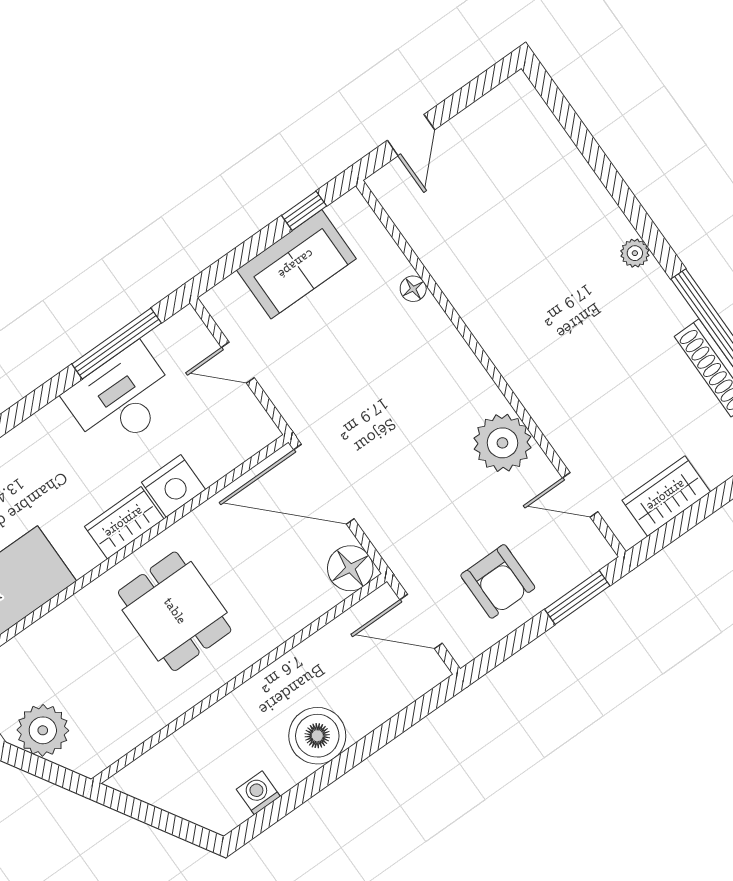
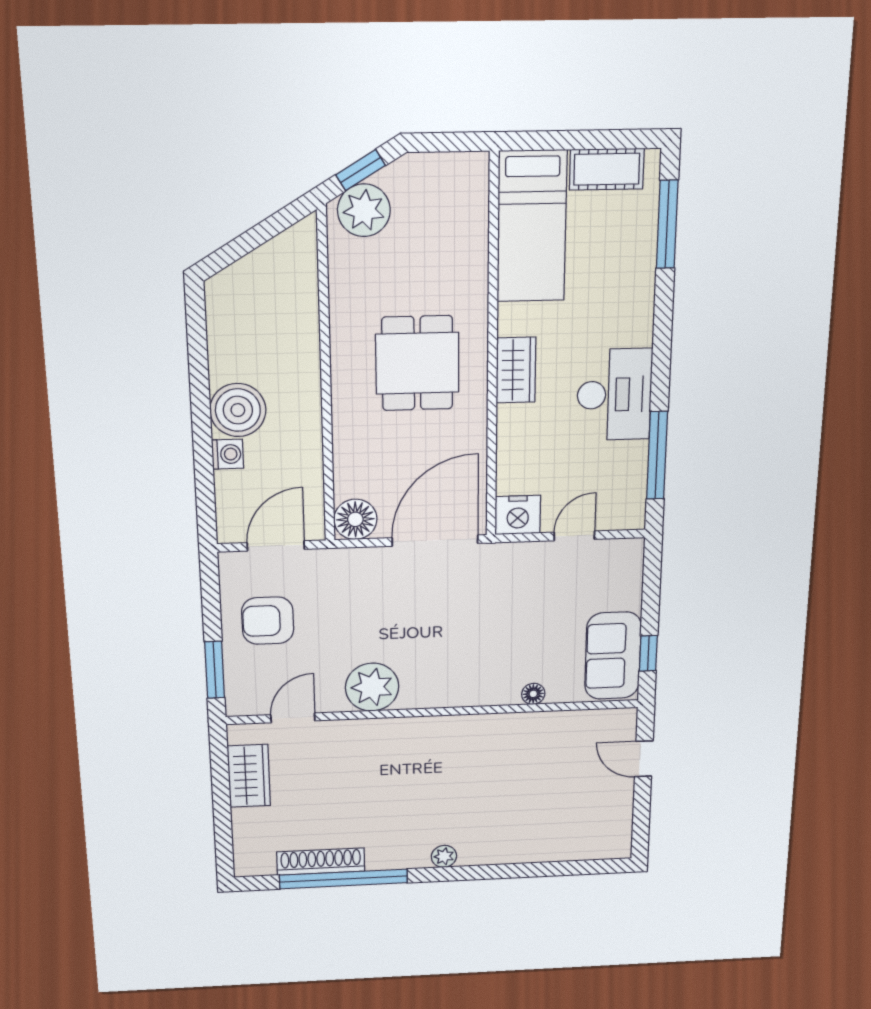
sofa: (296, 264) -> (613, 656), moved
desk: (122, 398) -> (614, 395), moved
nightstand: (174, 486) -> (518, 515), moved, turned -90
dining table: (175, 611) -> (417, 363), turned 90
plant: (43, 730) -> (364, 210), moved
window: (45, 770) -> (361, 170), added
washing machine: (258, 793) -> (228, 454), moved

